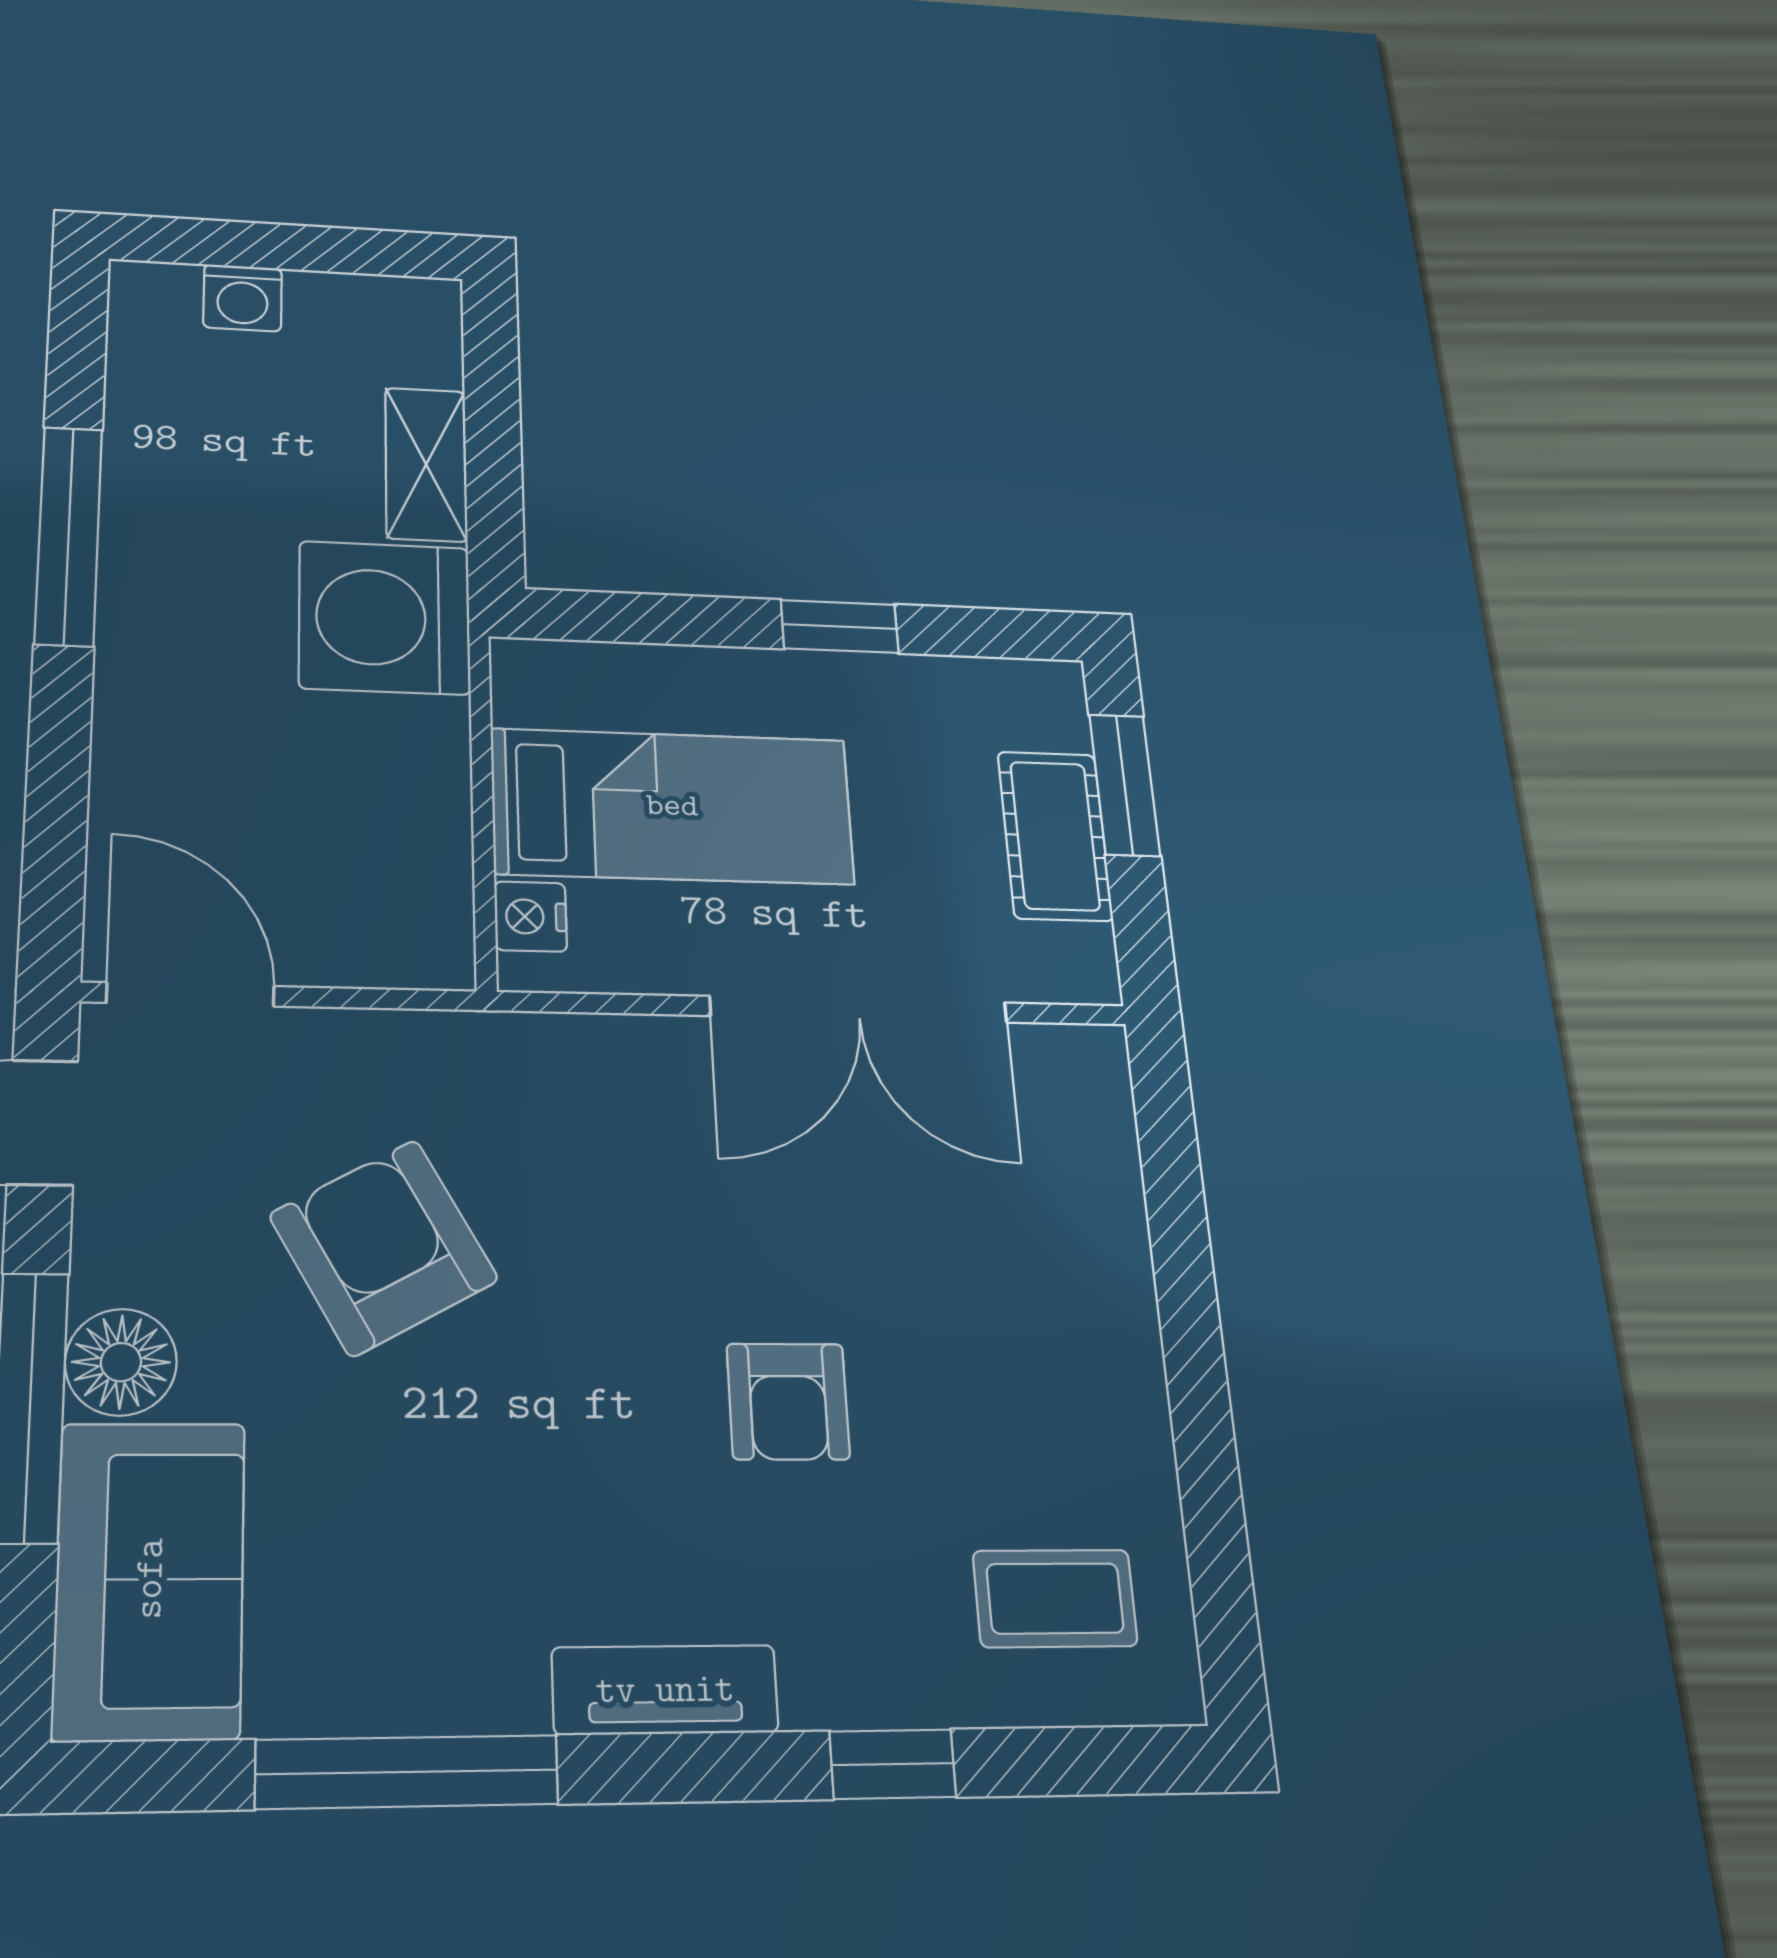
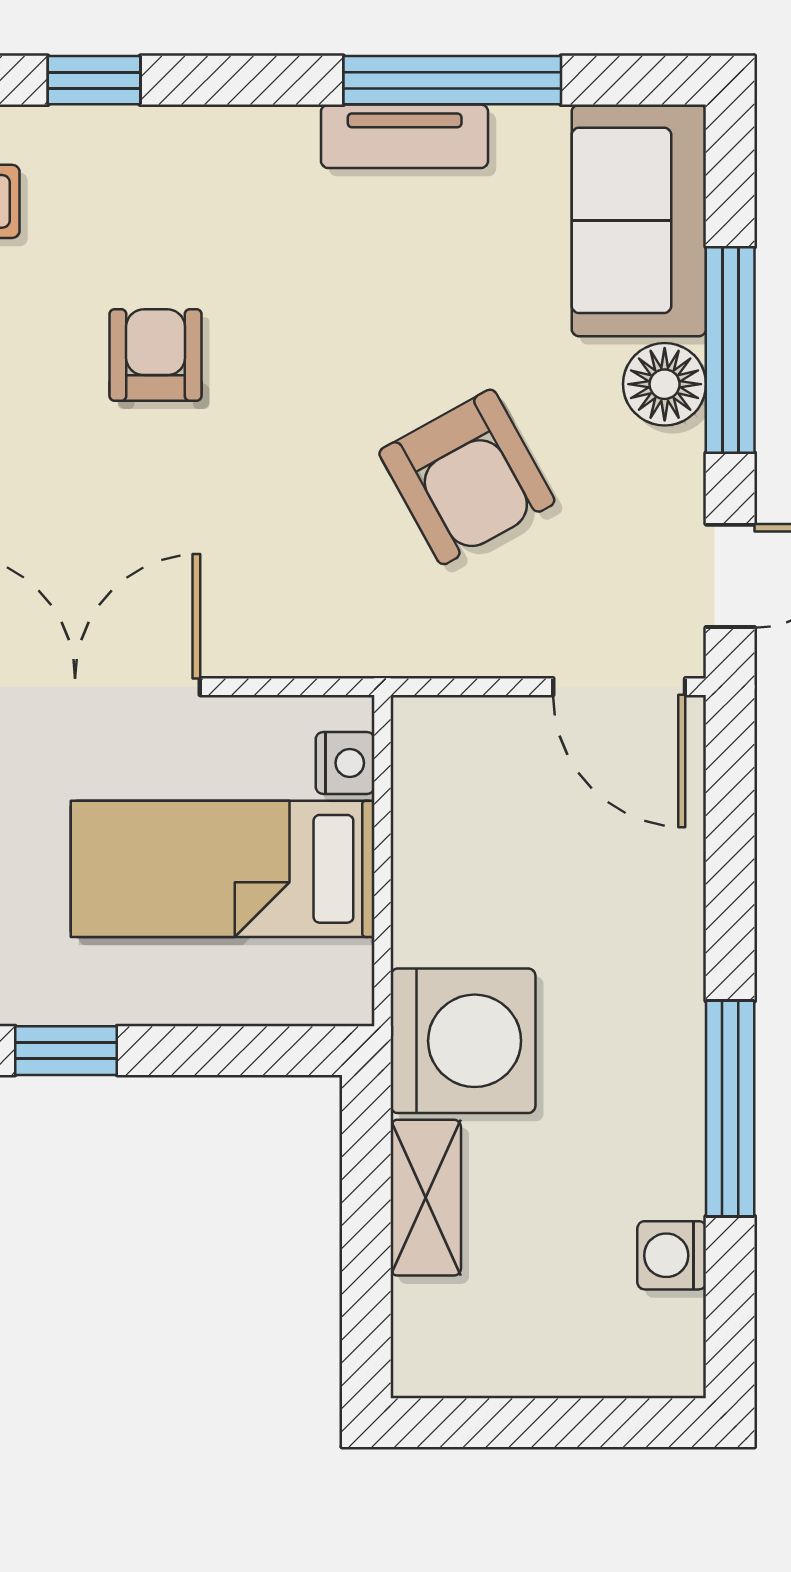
washing machine: (243, 298) -> (672, 1255), moved, turned -90
tv unit: (665, 1690) -> (405, 136), moved

